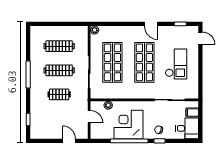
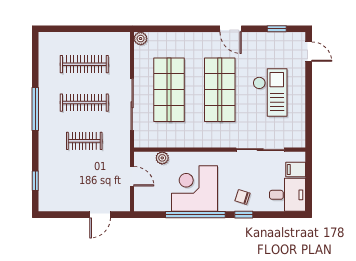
door: (69, 141) -> (100, 215), swing flipped

